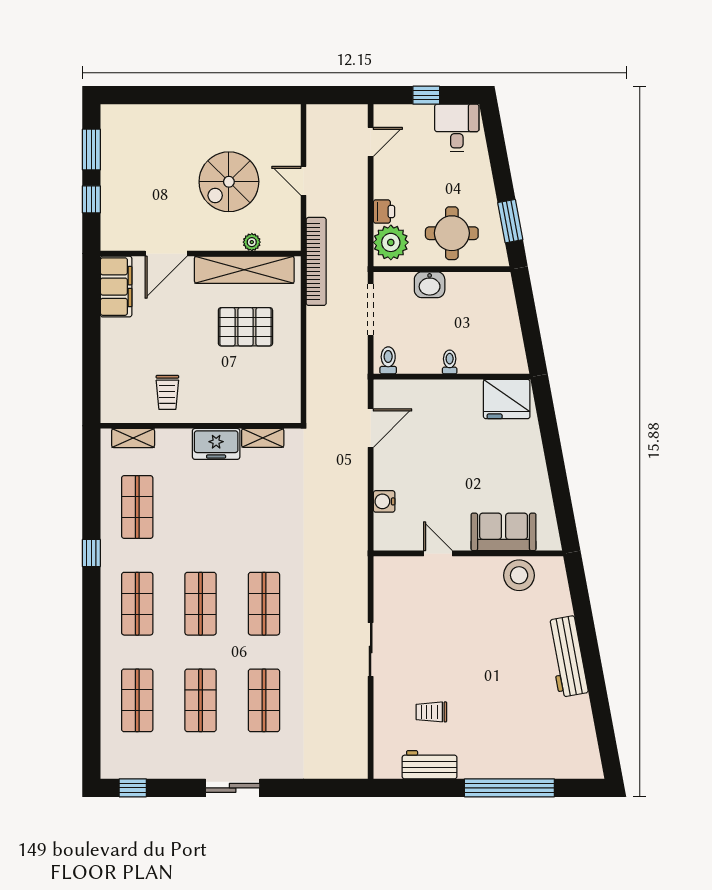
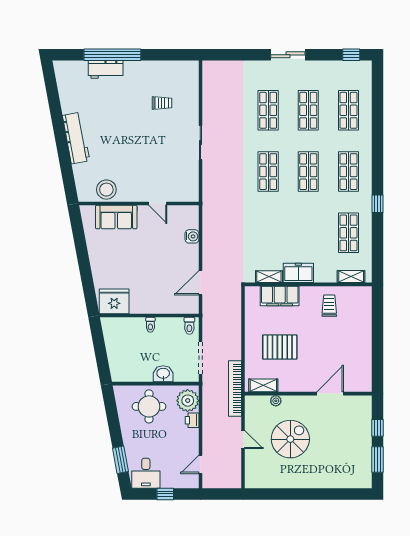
window: (510, 221) -> (120, 460), moved
shelving: (244, 270) -> (263, 385), width x0.45, depth x0.75
filing cabinet: (116, 287) -> (280, 296), moved, turned -90
workbench: (430, 765) -> (106, 69), moved

